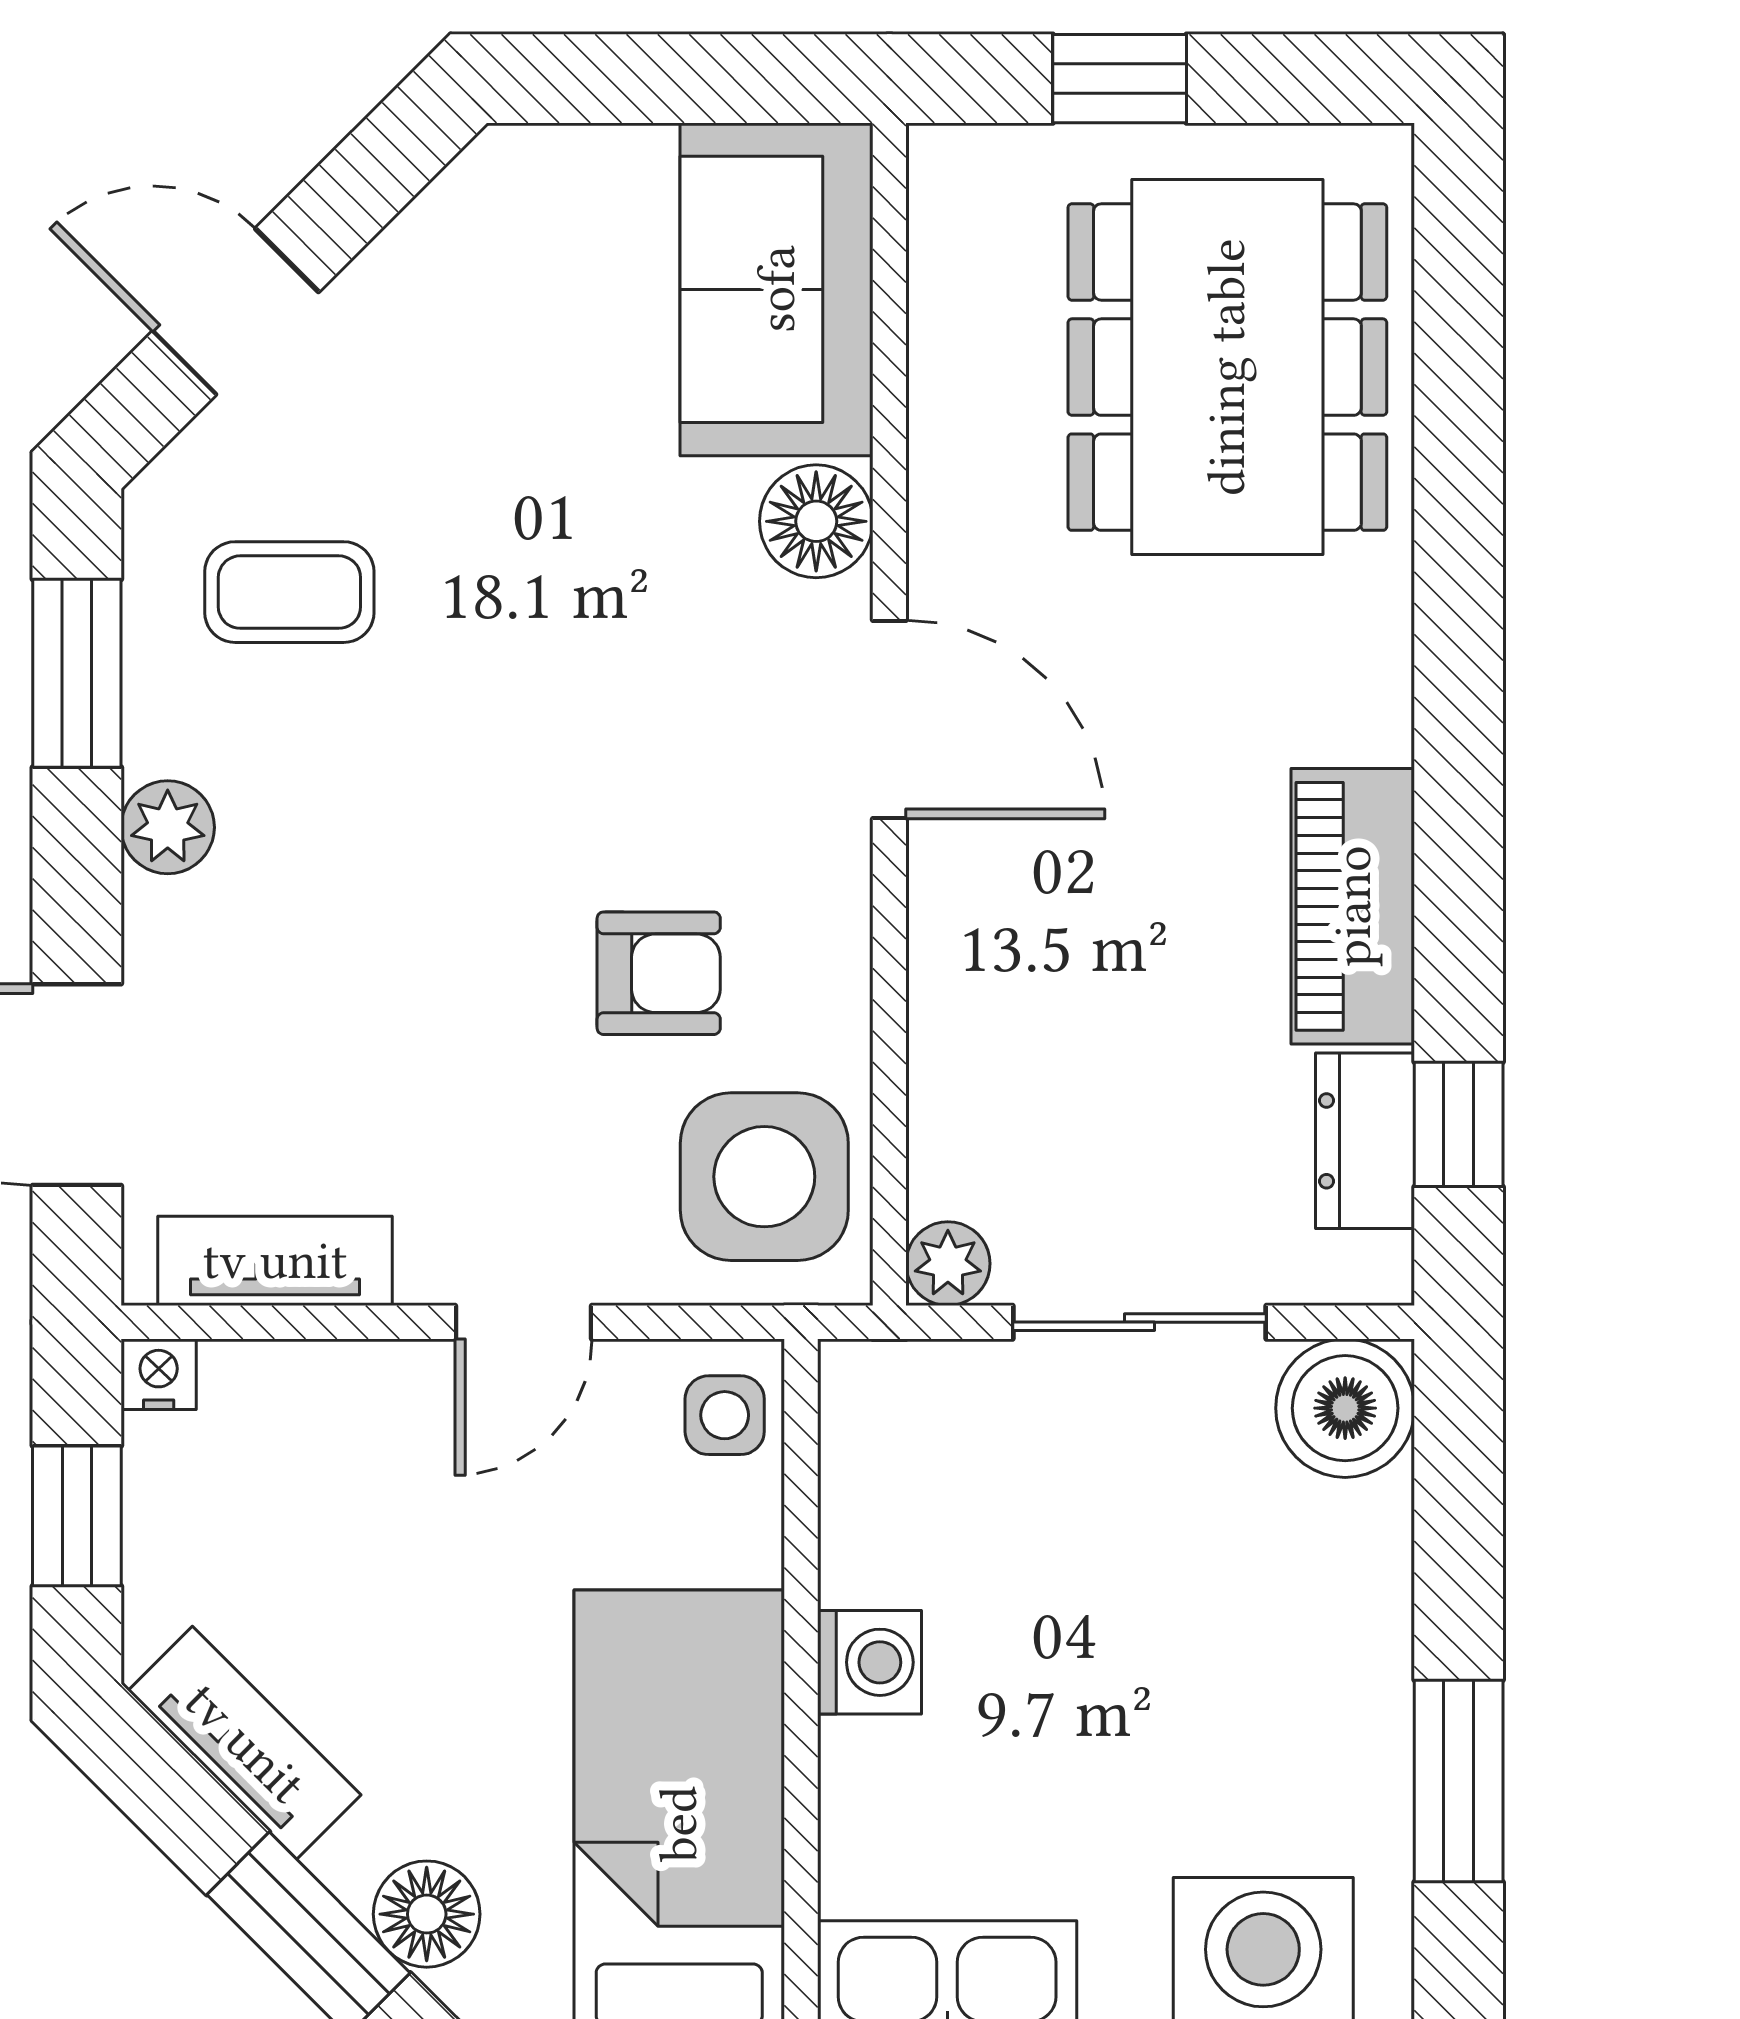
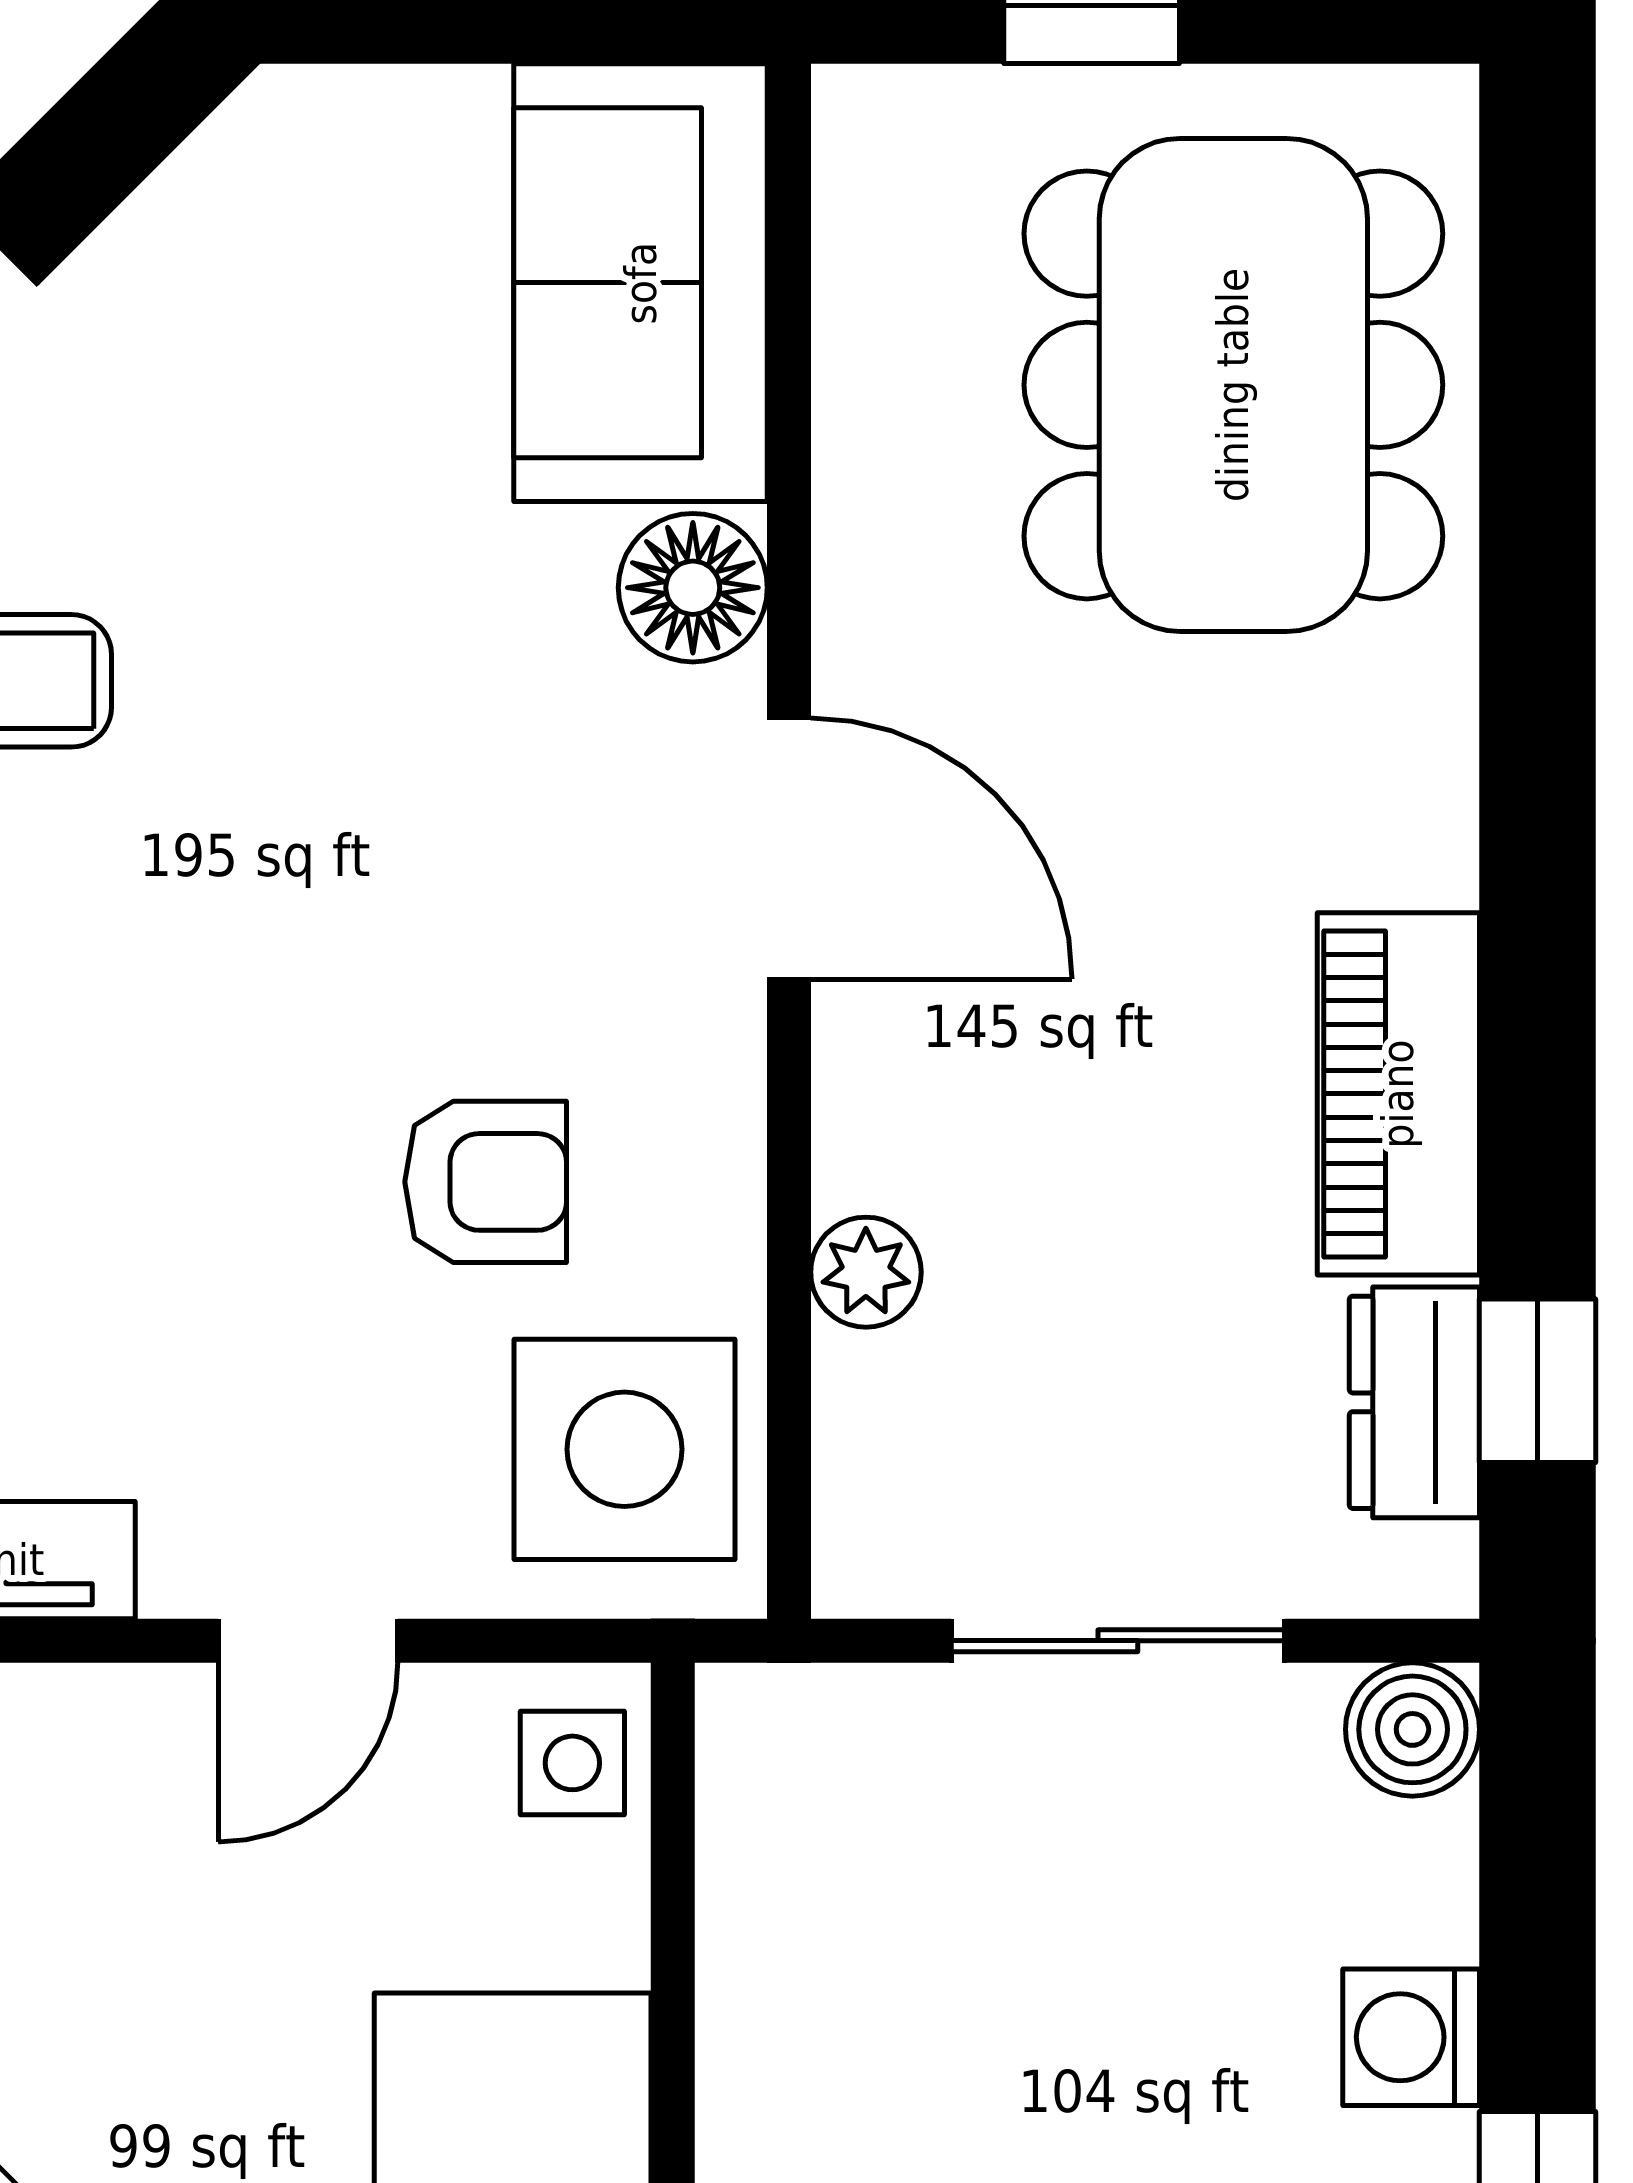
plant: (948, 1264) -> (866, 1272), moved
boiler: (1345, 1408) -> (1412, 1729), width x0.73, depth x0.73
washing machine: (869, 1662) -> (1411, 2037), moved, turned 180

